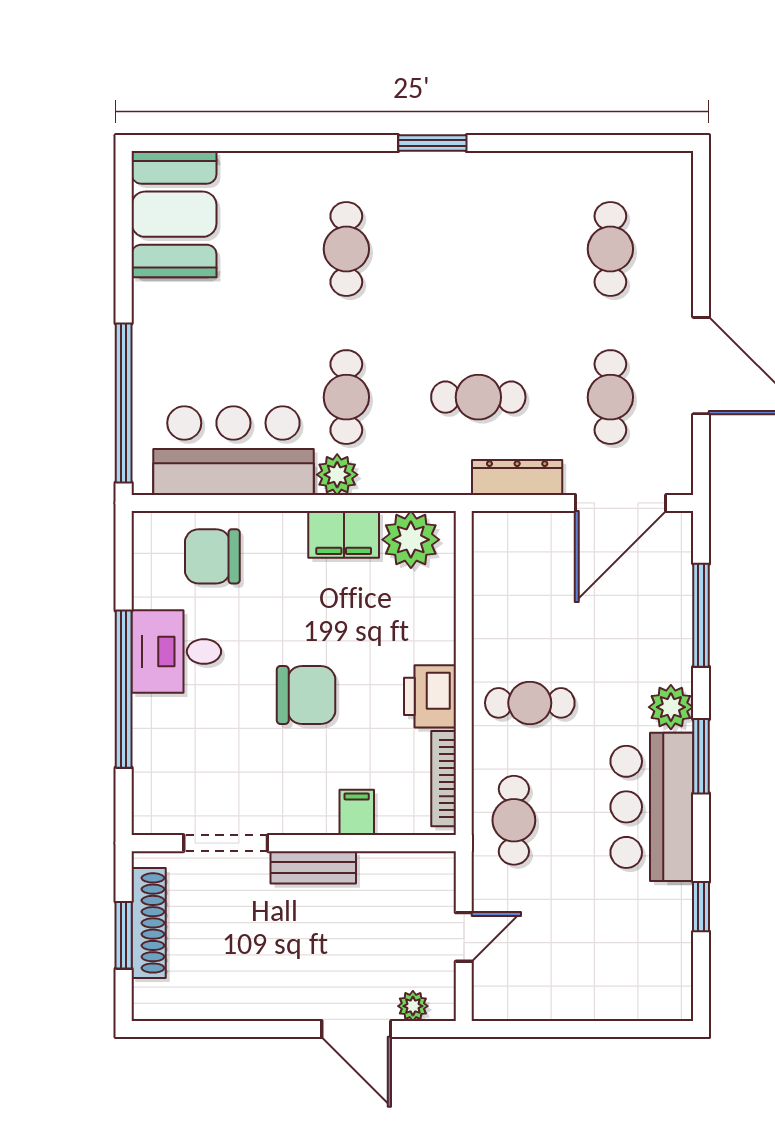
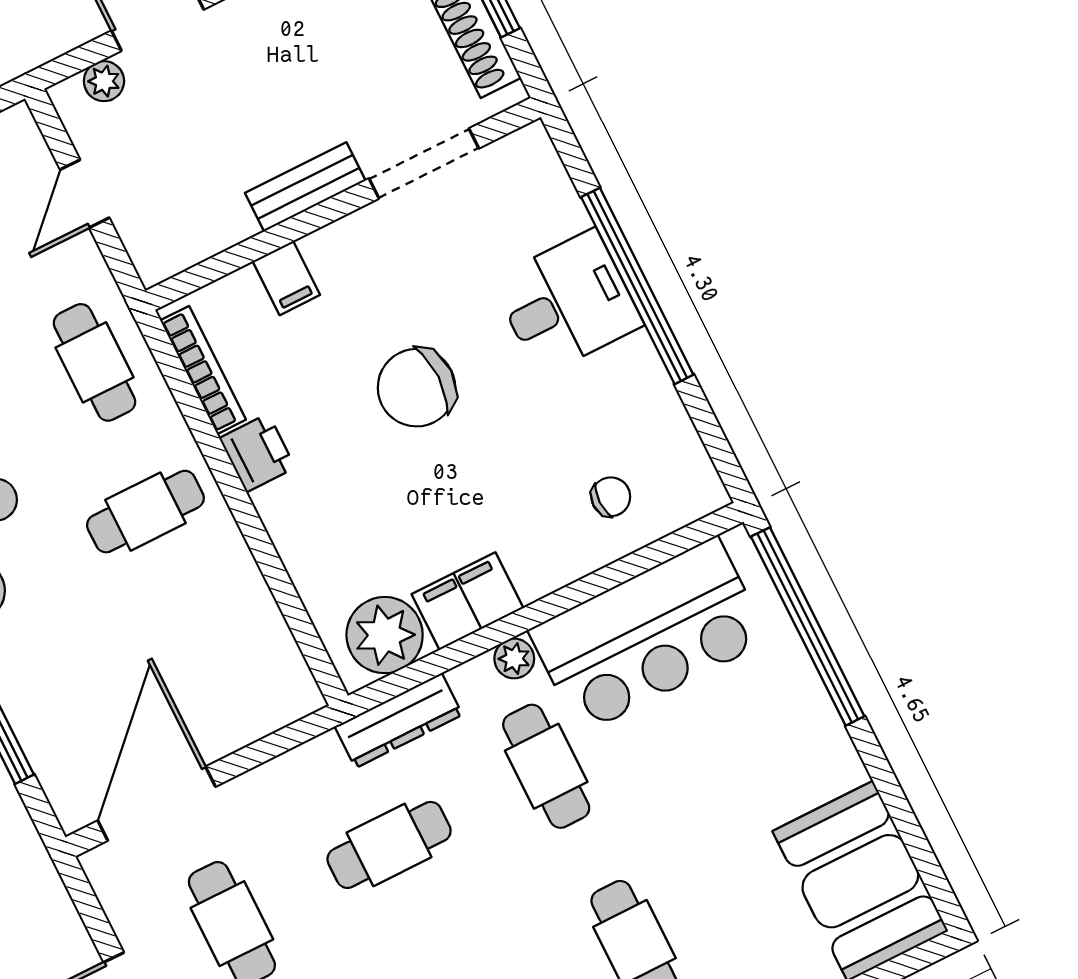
plant: (337, 475) -> (514, 659), width x0.73, depth x0.73
dresser: (517, 477) -> (399, 721), moved
chair: (212, 556) -> (611, 497), width x0.54, depth x0.54
desk: (176, 652) -> (567, 302), moved
printer: (430, 696) -> (257, 453), width x0.73, depth x0.81

